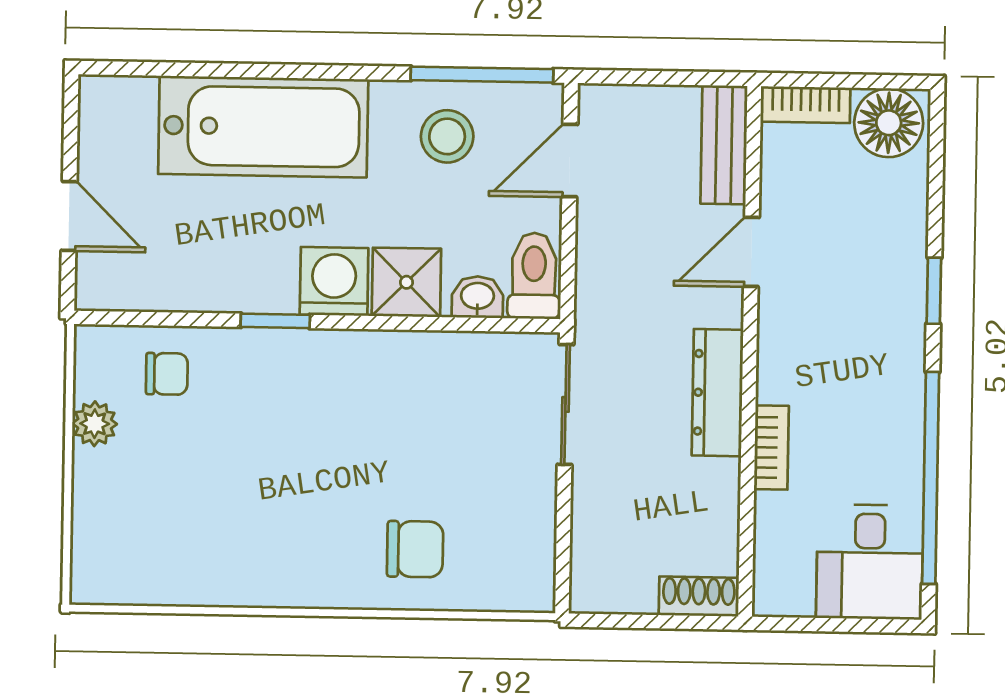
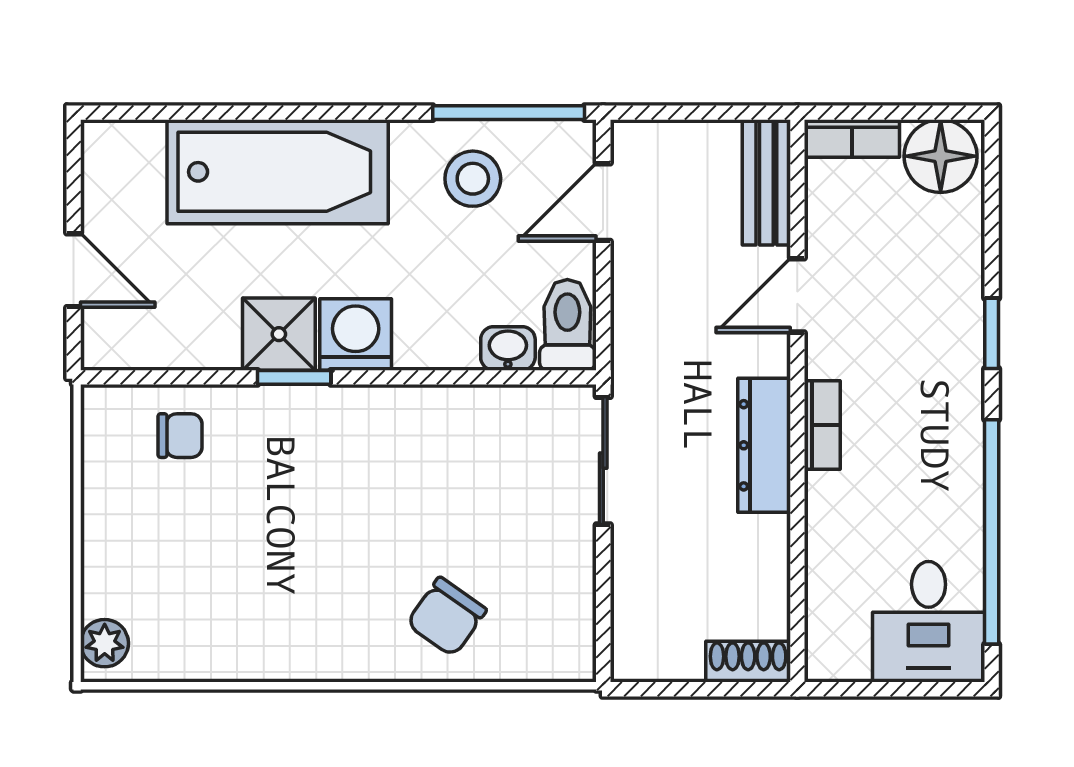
shower: (406, 282) -> (279, 334), moved
plant: (95, 424) -> (105, 643), moved
bookcase: (771, 448) -> (822, 425), moved
chair: (415, 549) -> (447, 617), turned 125

